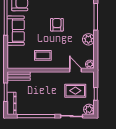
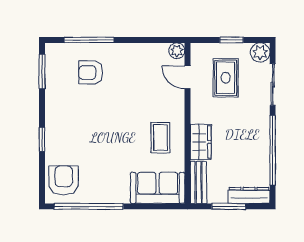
armchair: (57, 25) -> (91, 73), moved
sofa: (16, 31) -> (158, 188), moved
plant: (88, 39) -> (131, 53), removed
door: (76, 70) -> (188, 77), hinge flipped
wardrobe: (41, 77) -> (201, 142), added

